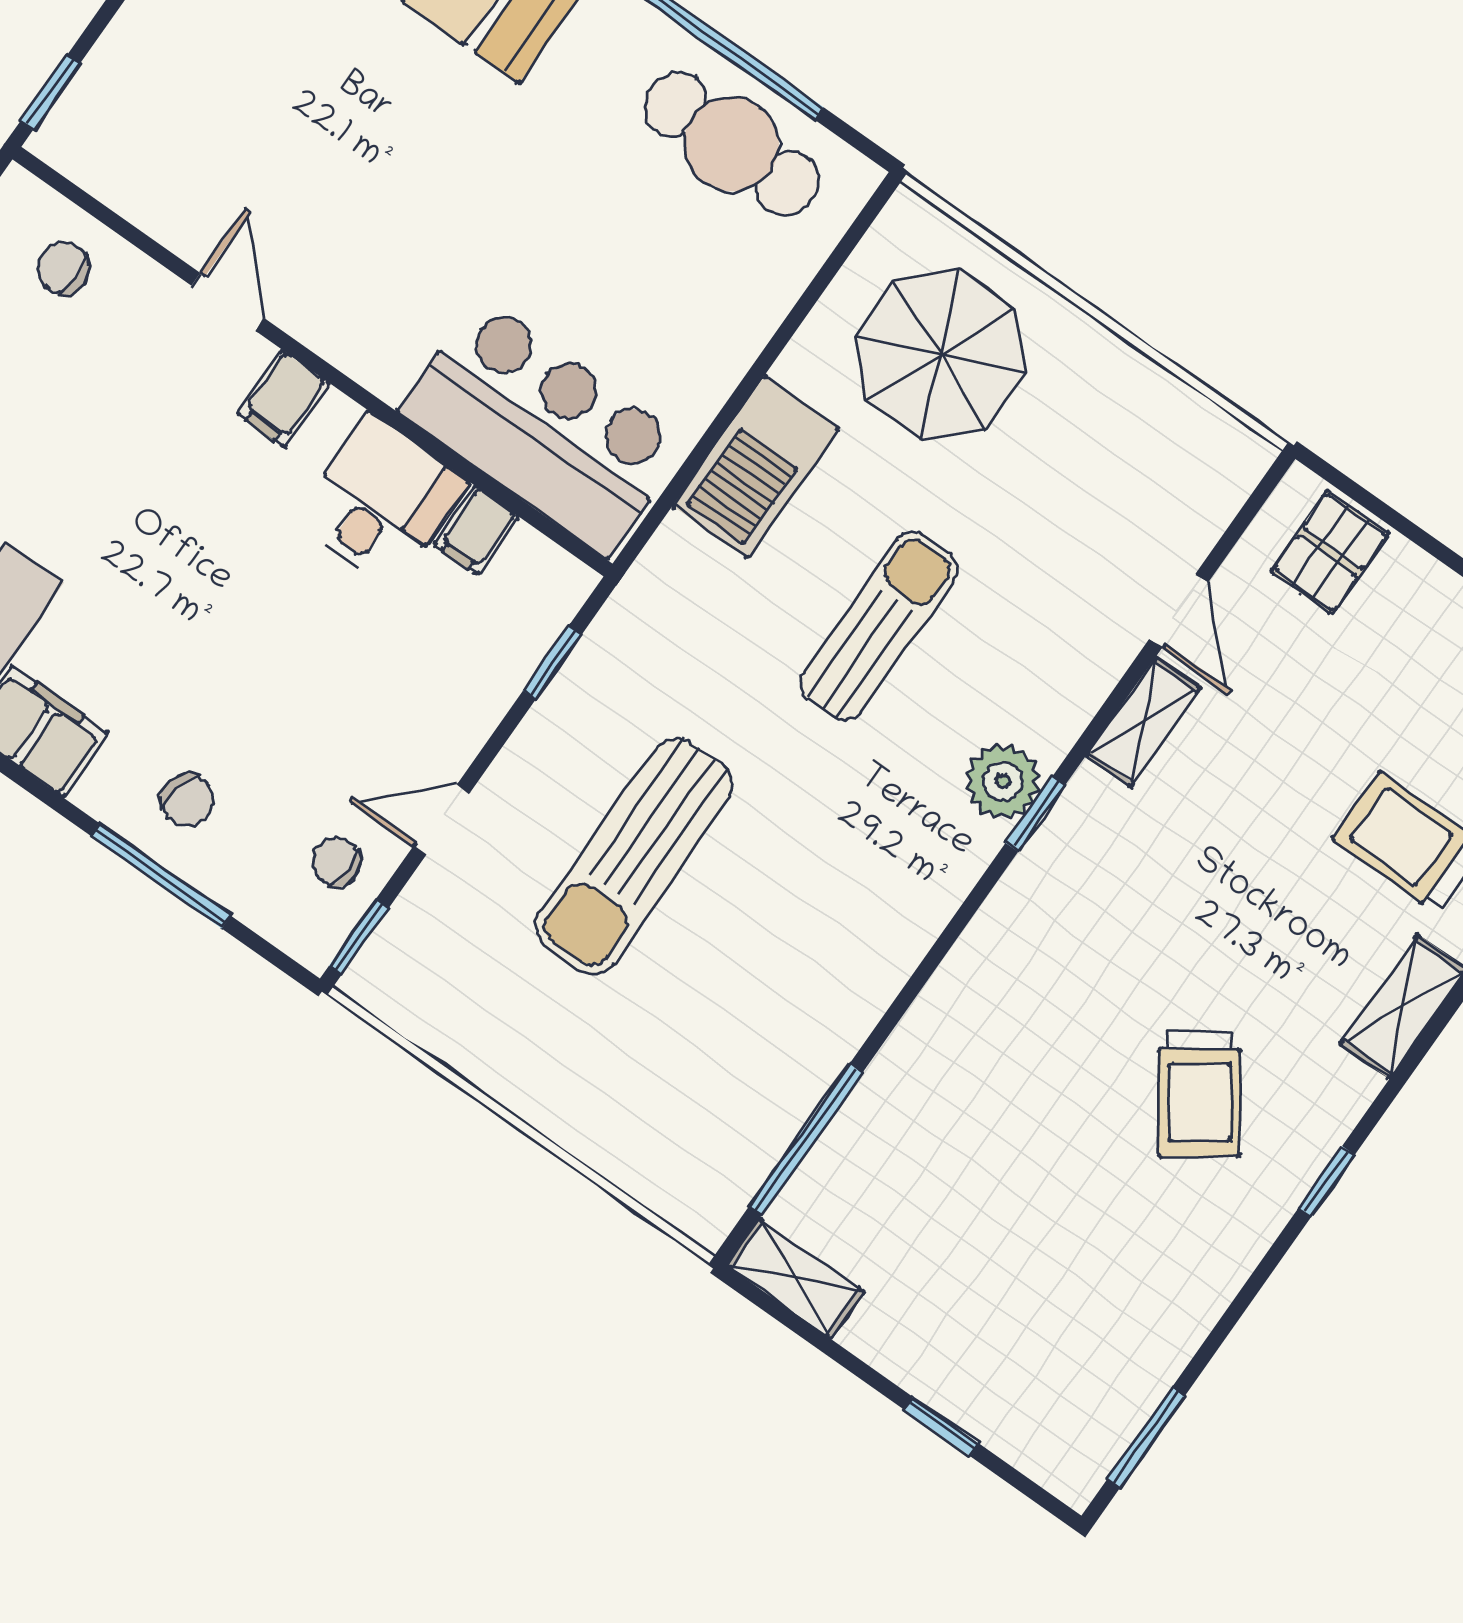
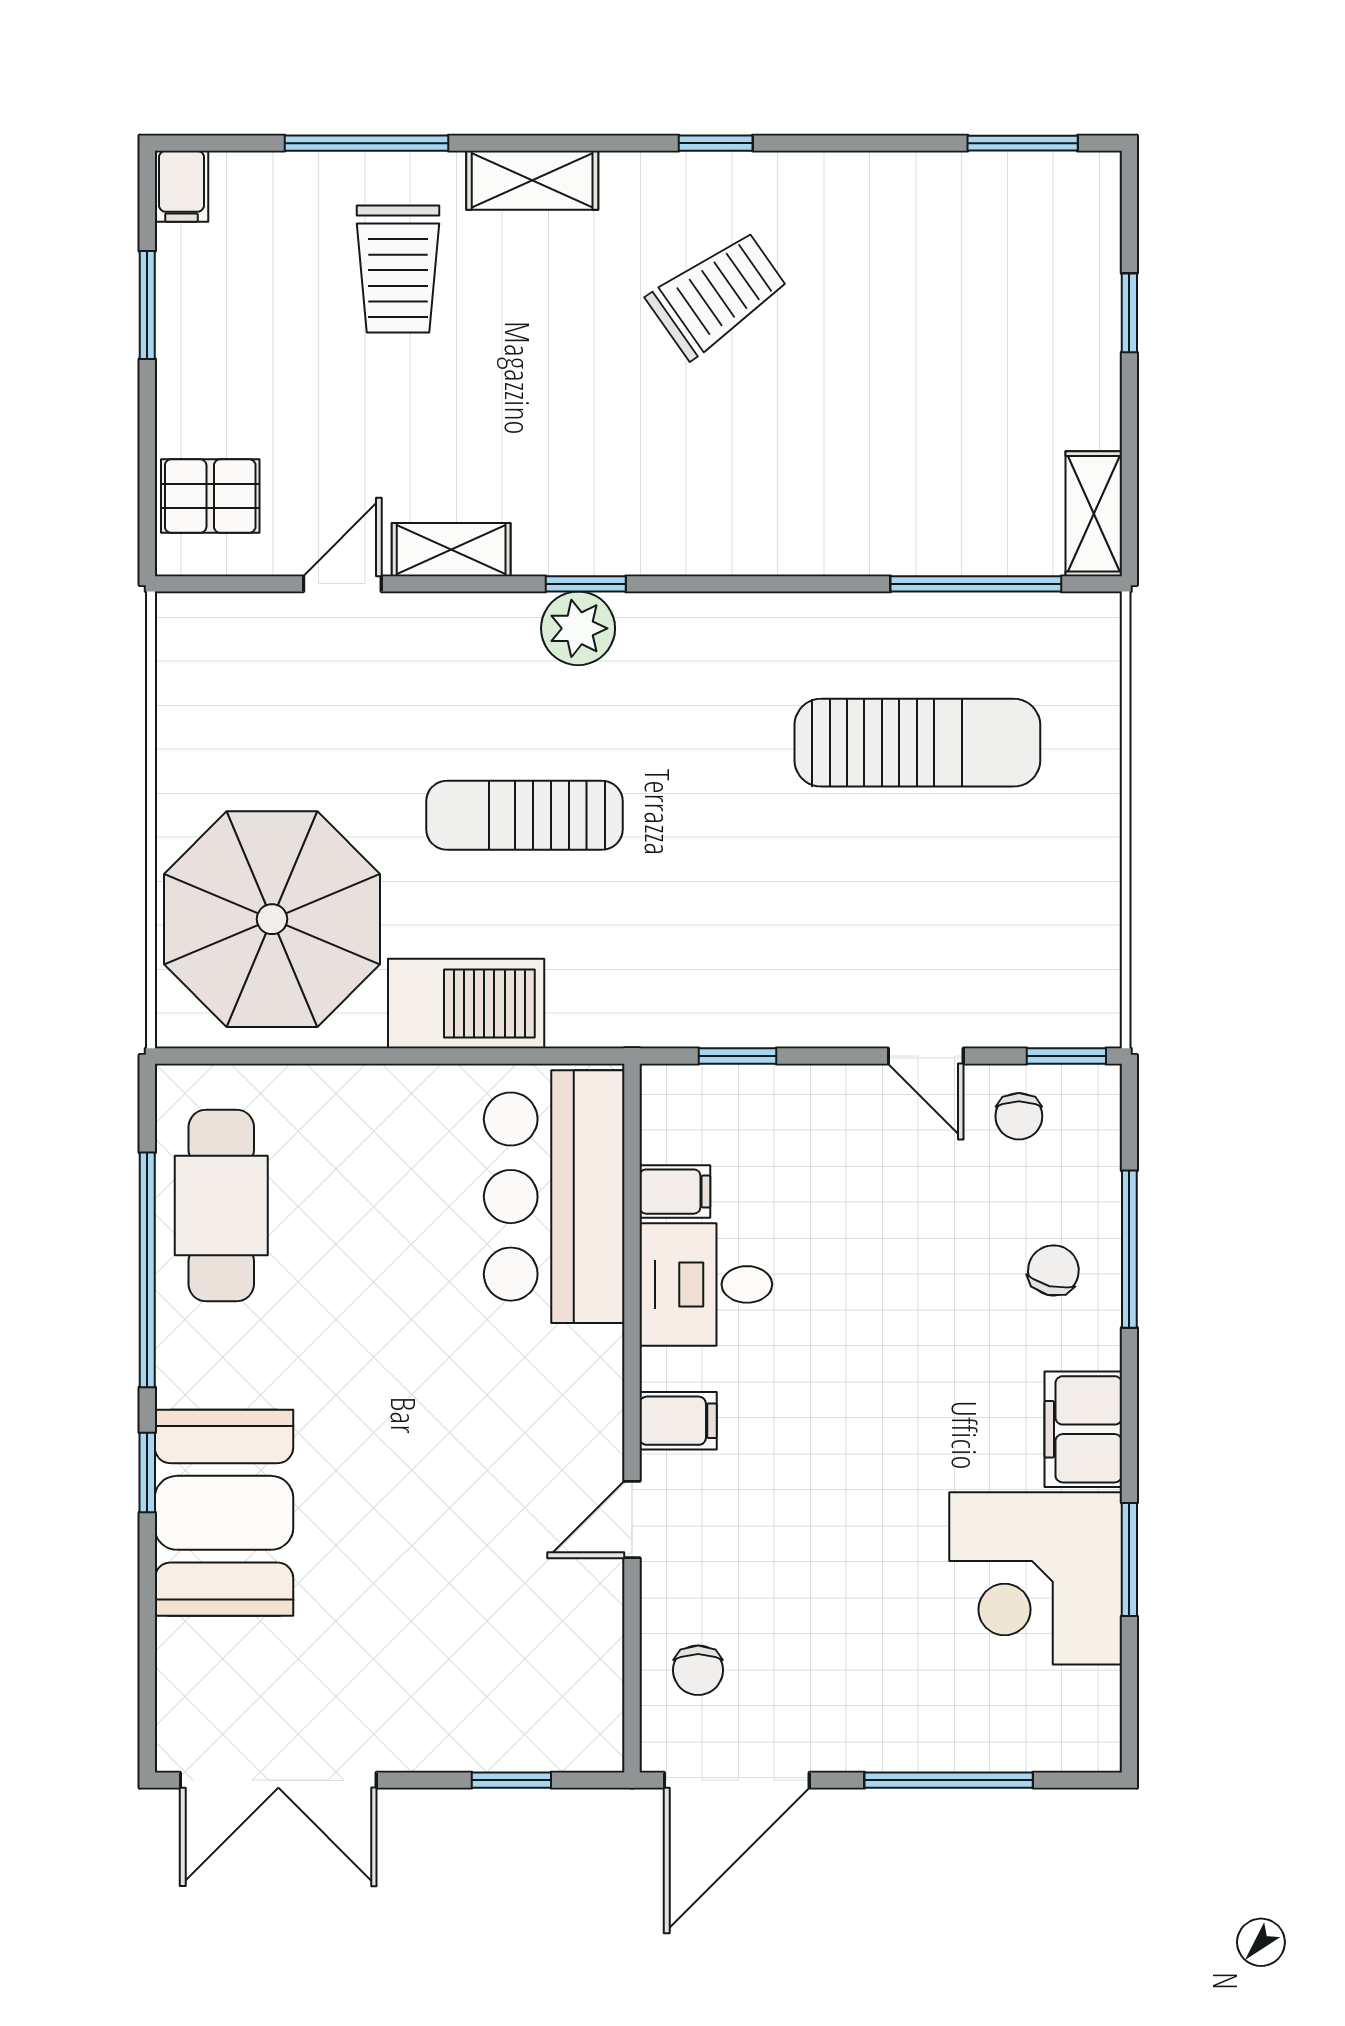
window: (50, 93) -> (511, 1780), moved
parasol: (940, 355) -> (272, 919), width x1.36, depth x1.36
sun lounger: (634, 856) -> (917, 743), moved

